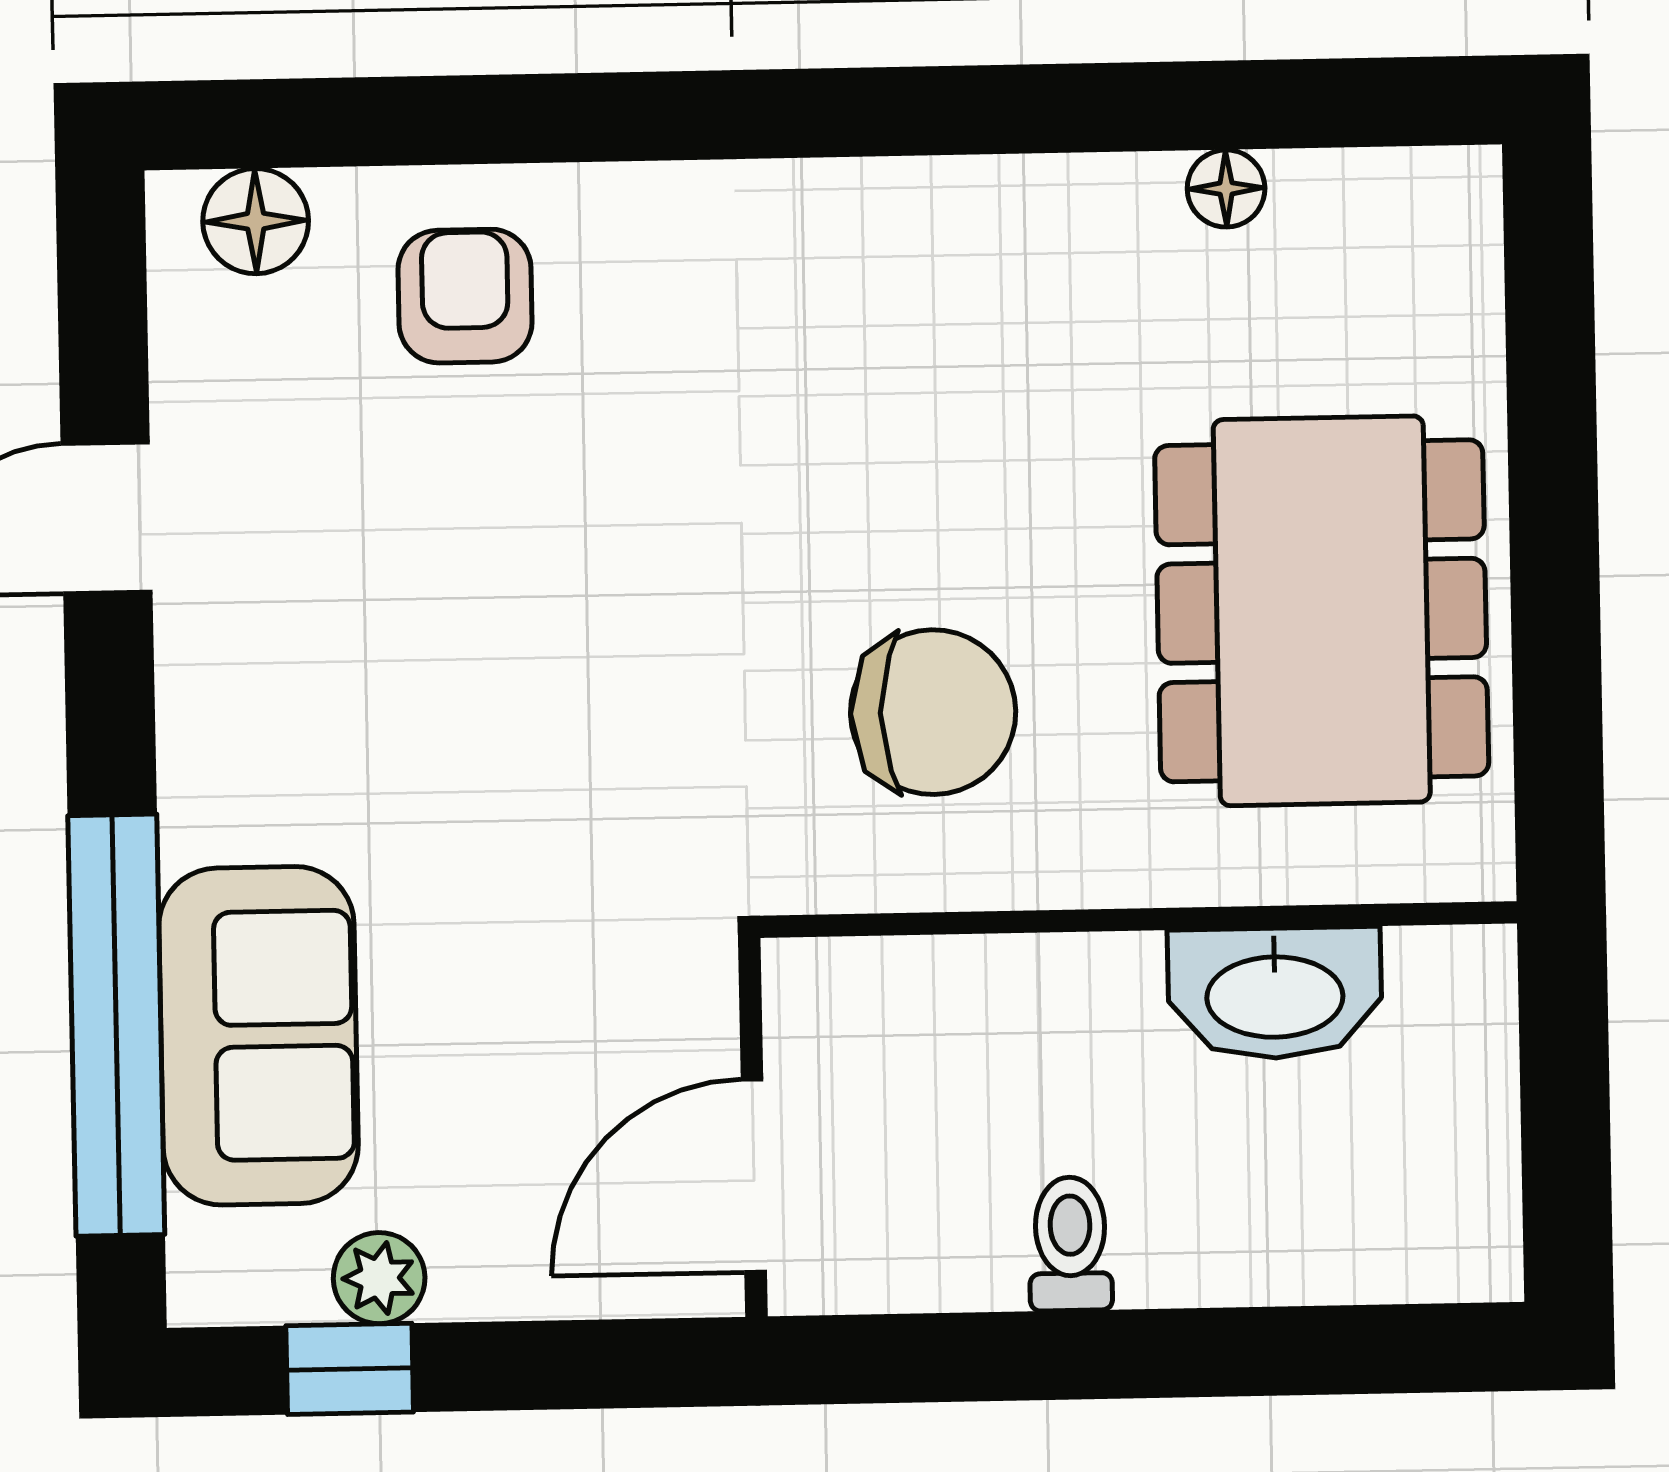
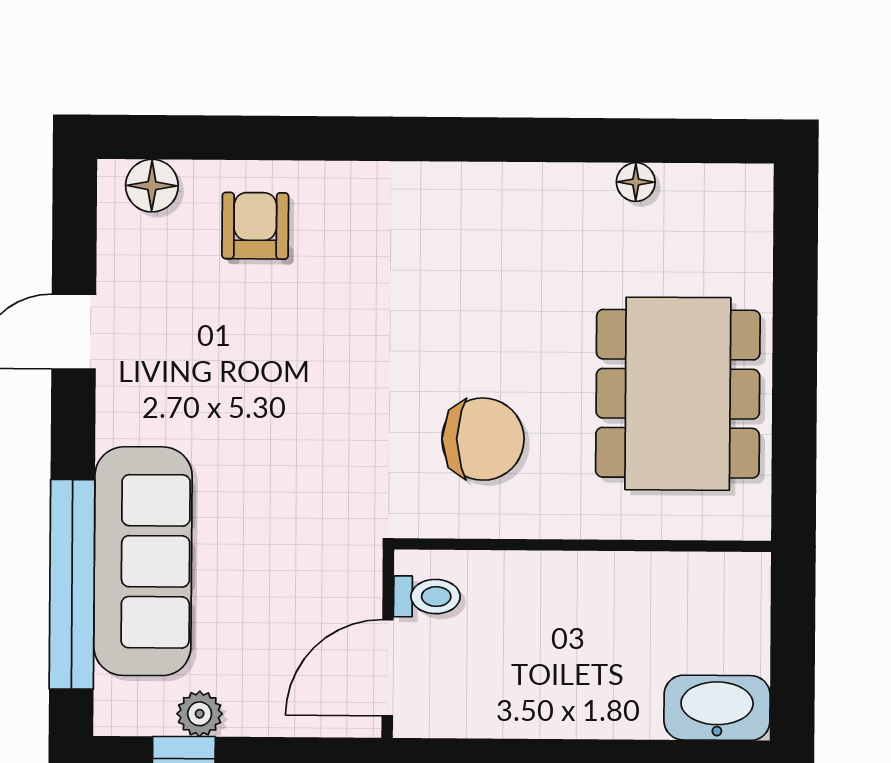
washbasin: (1275, 993) -> (717, 708), moved, turned 180
sofa: (259, 1036) -> (143, 561), width x1.36
toilet: (1070, 1244) -> (427, 596), moved, turned 90

